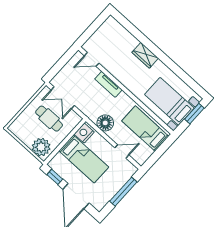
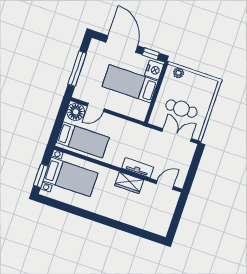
wardrobe: (145, 55) -> (129, 183), moved, turned 180
floor lamp: (105, 123) -> (76, 112), moved
nightstand: (84, 133) -> (154, 70), moved
plant: (41, 147) -> (178, 73), width x0.53, depth x0.53

